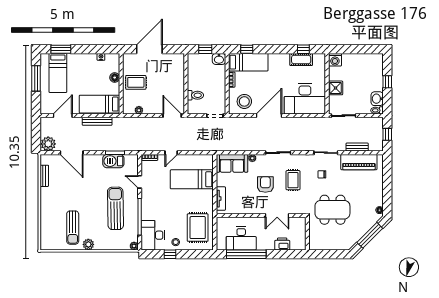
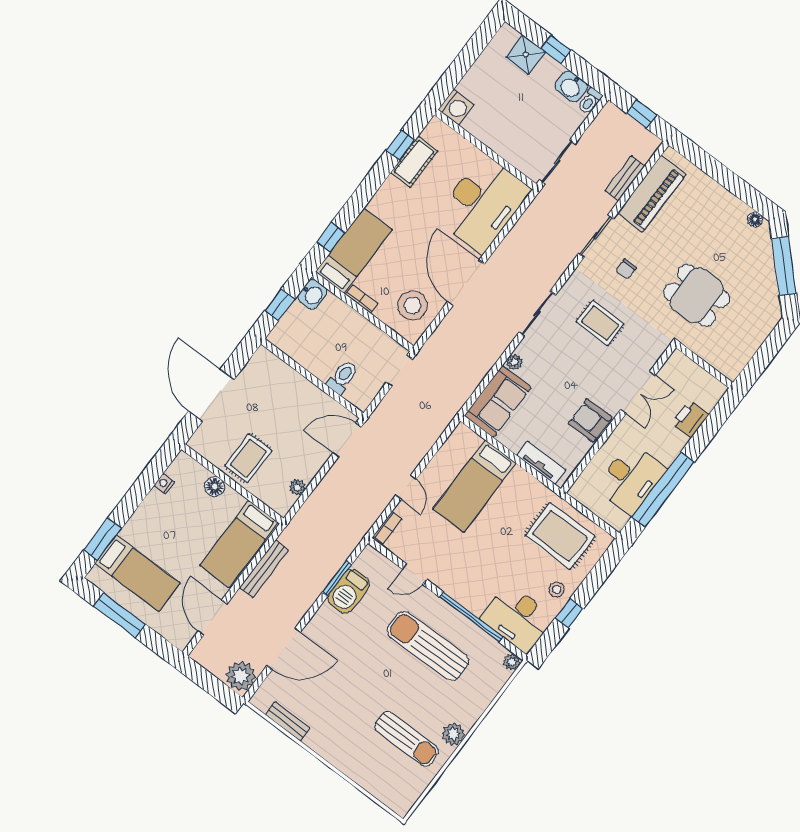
shower: (336, 88) -> (526, 55), moved
armchair: (265, 185) -> (590, 420), moved
dining table: (332, 210) -> (697, 295), width x0.73

